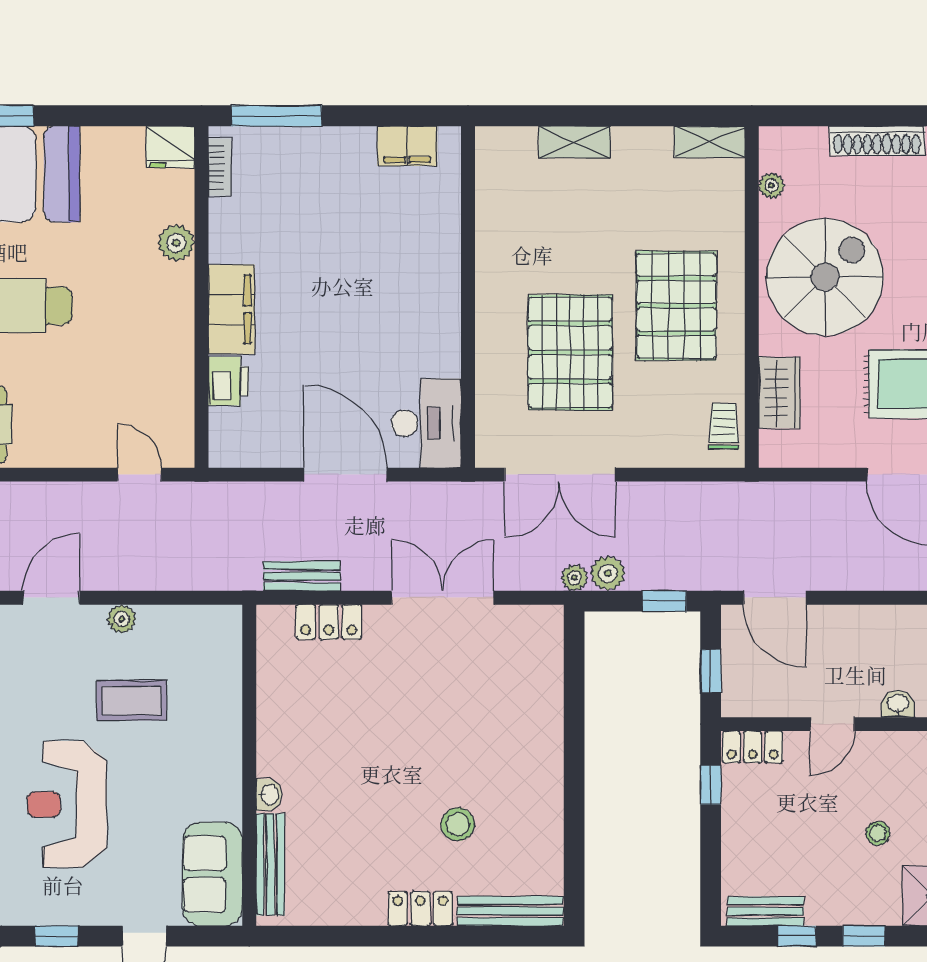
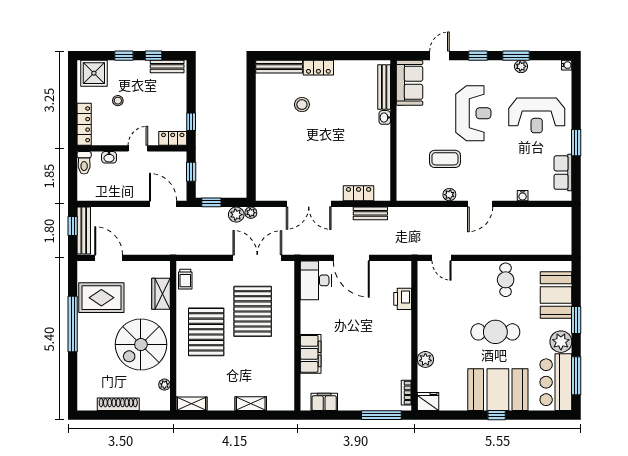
filing cabinet: (231, 309) -> (311, 354), moved, turned 180

